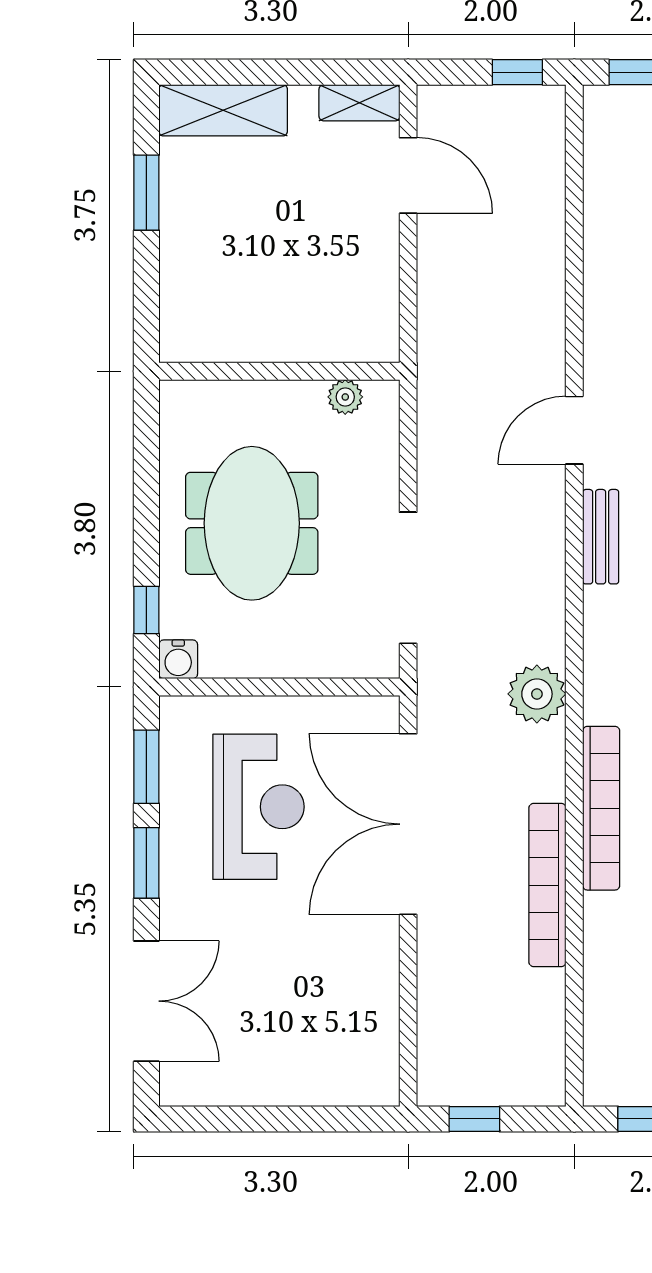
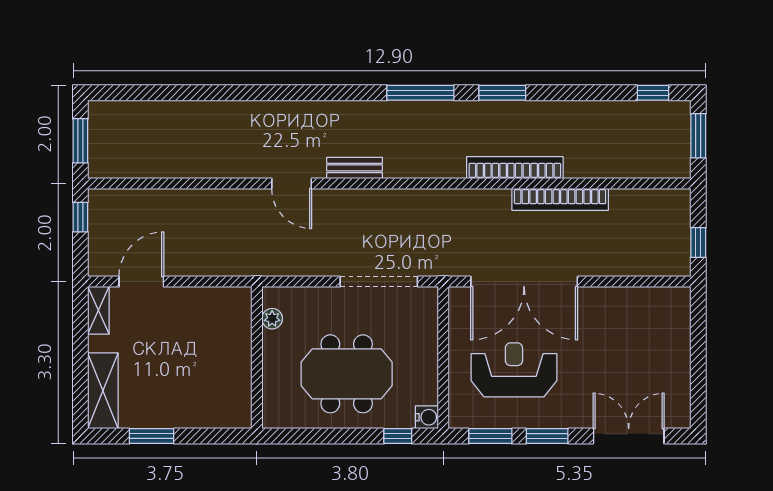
plant: (537, 694) -> (447, 206), removed

